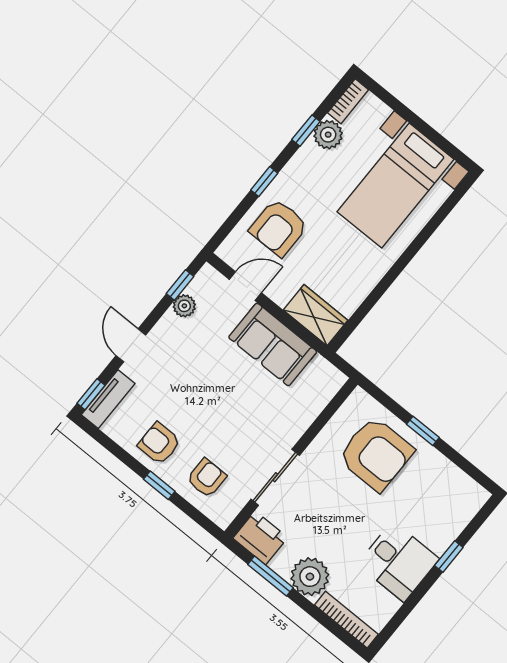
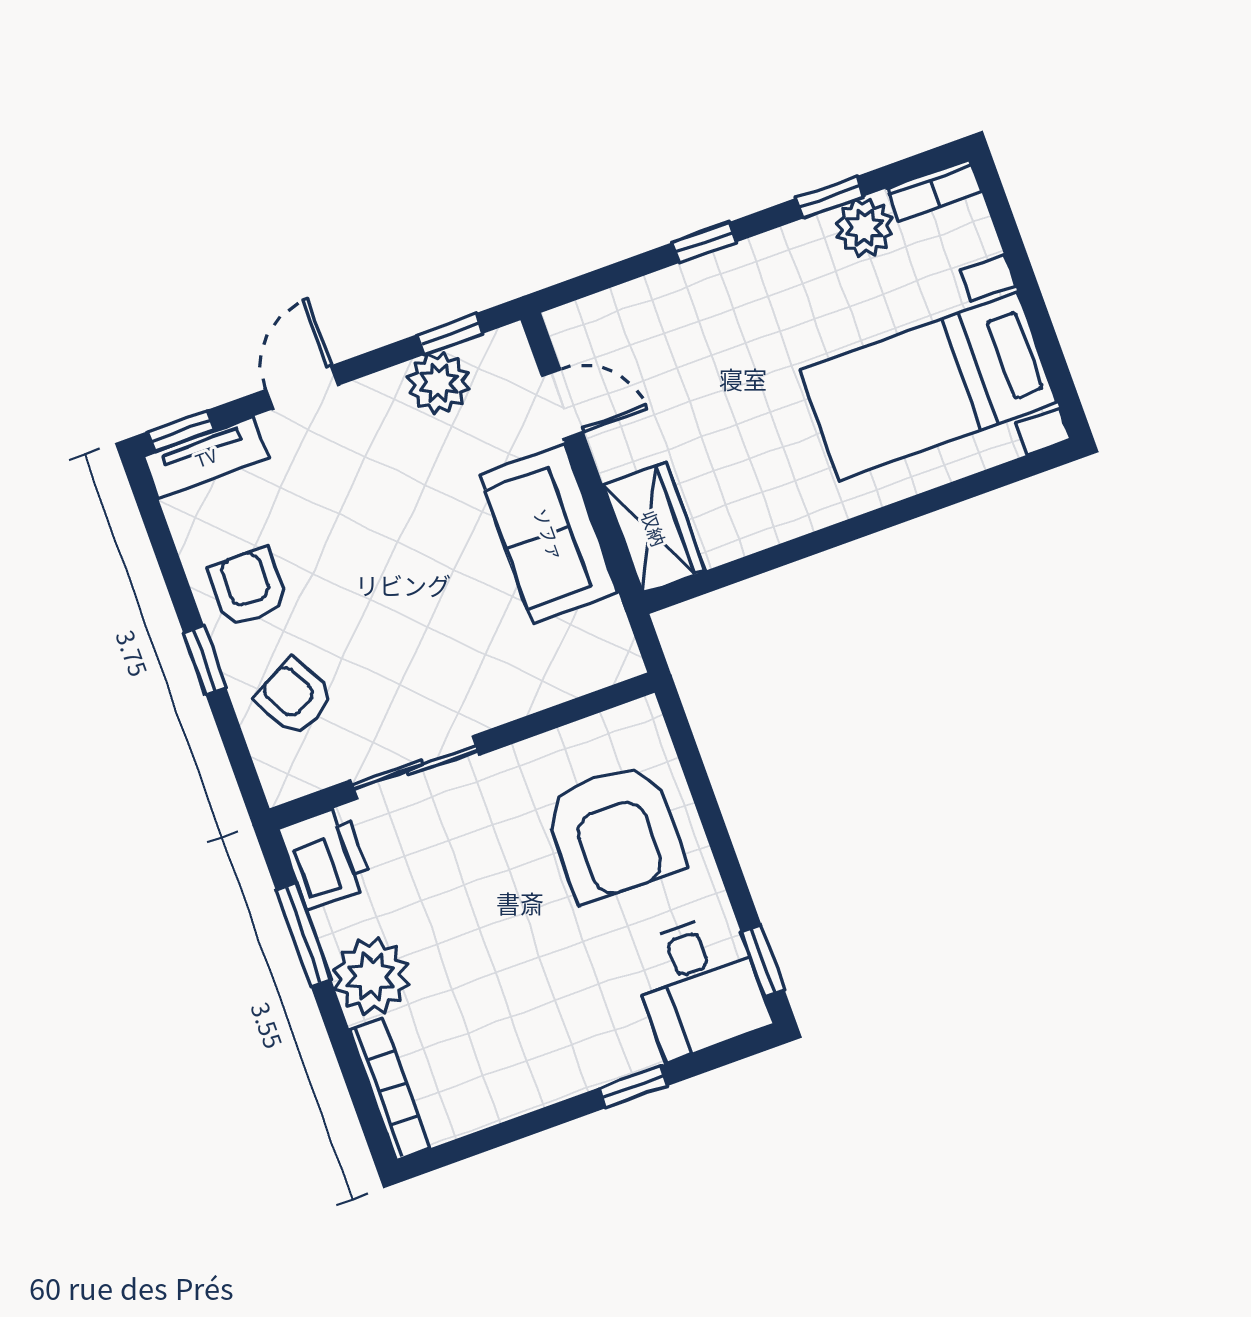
armchair: (279, 228) -> (681, 337), removed
plant: (184, 306) -> (439, 383), width x1.38, depth x1.38
window: (423, 431) -> (763, 961), moved
armchair: (206, 478) -> (294, 697), turned -118
desk: (398, 562) -> (699, 986), moved

